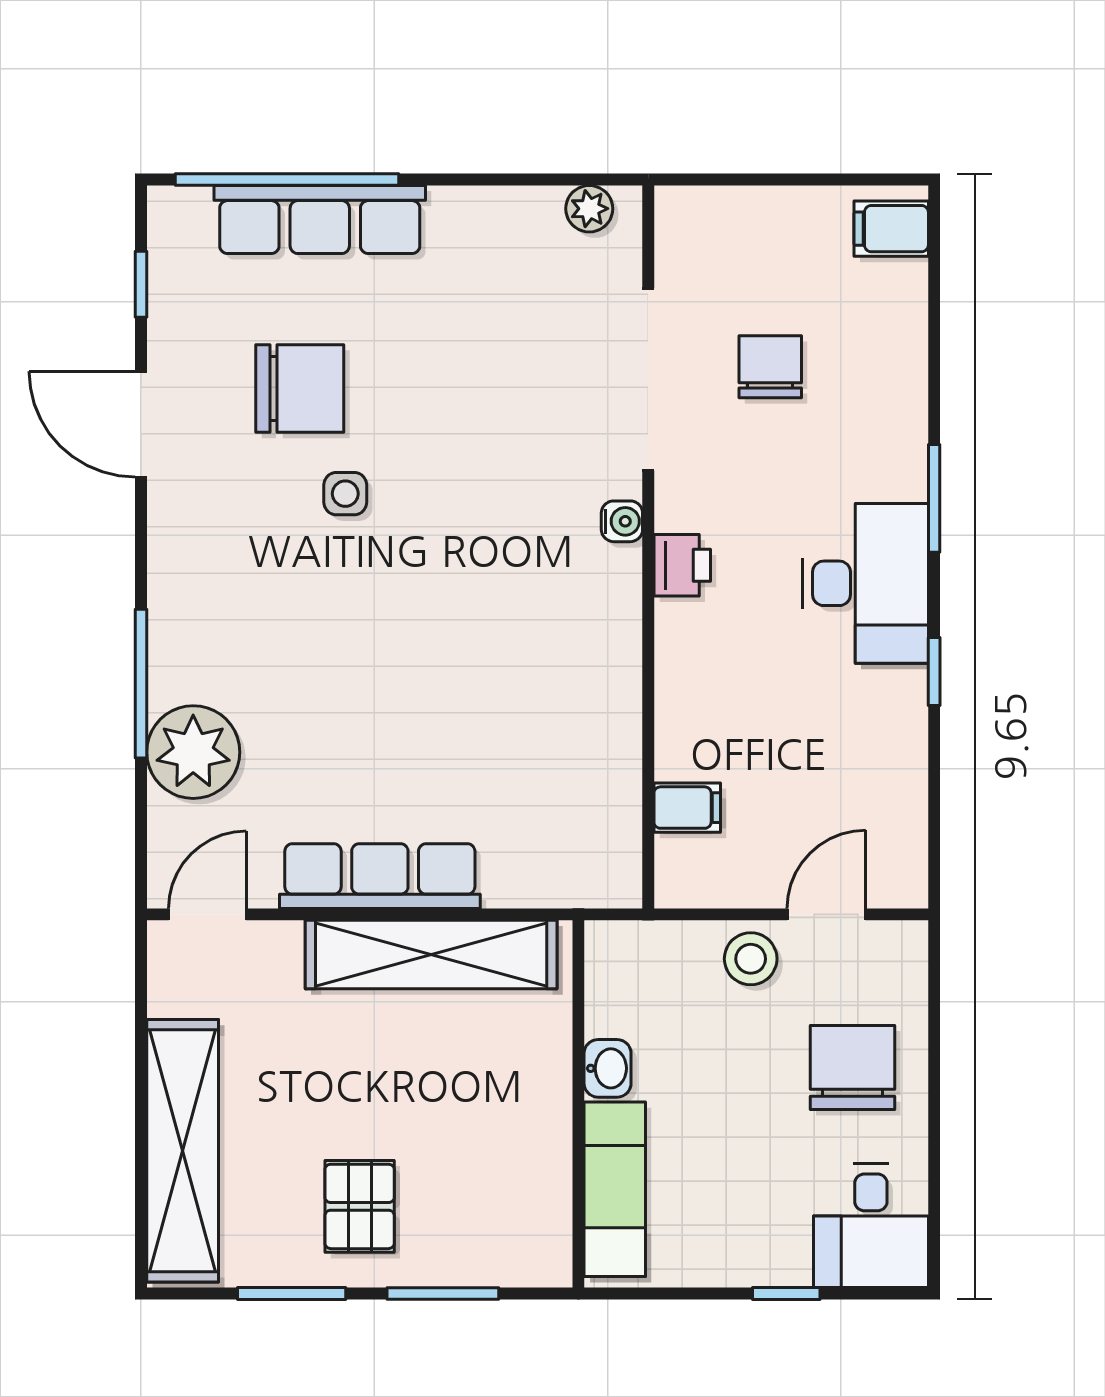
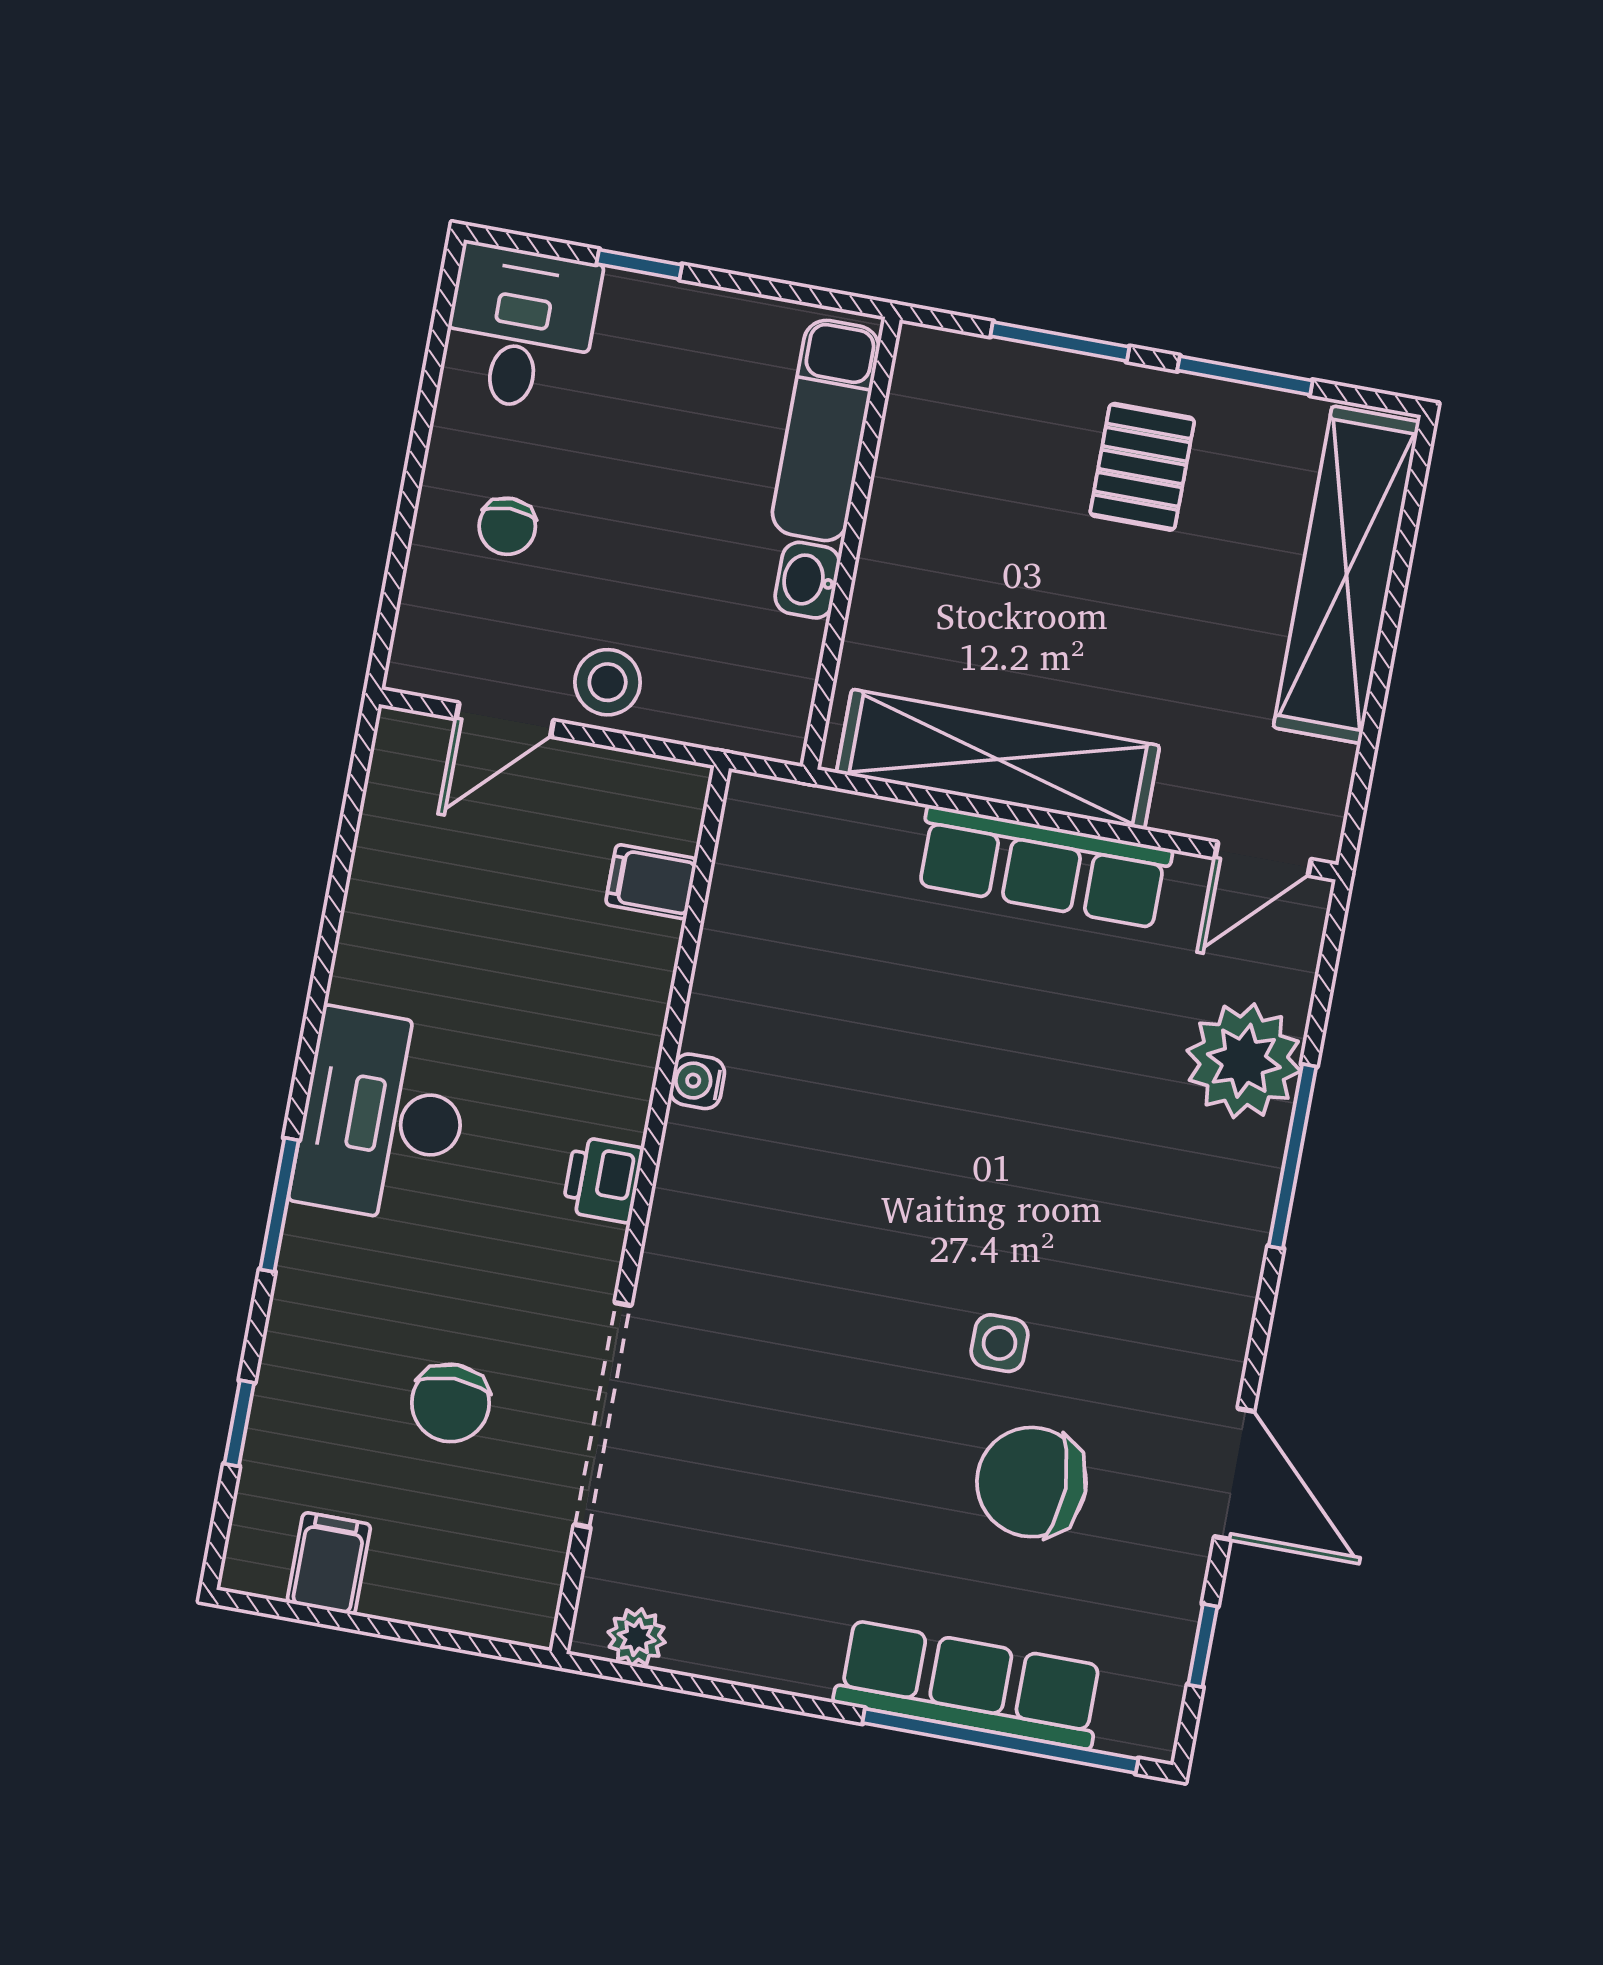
filing cabinet: (891, 229) -> (329, 1563), moved, turned -90
water cooler: (622, 521) -> (697, 1081), moved
window: (934, 672) -> (239, 1423), moved
chair: (852, 1067) -> (507, 526), width x0.54, depth x0.54

